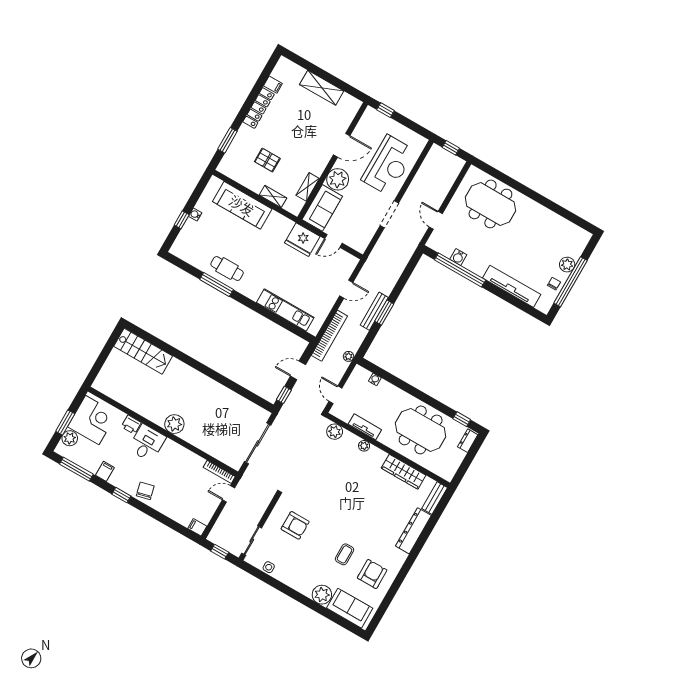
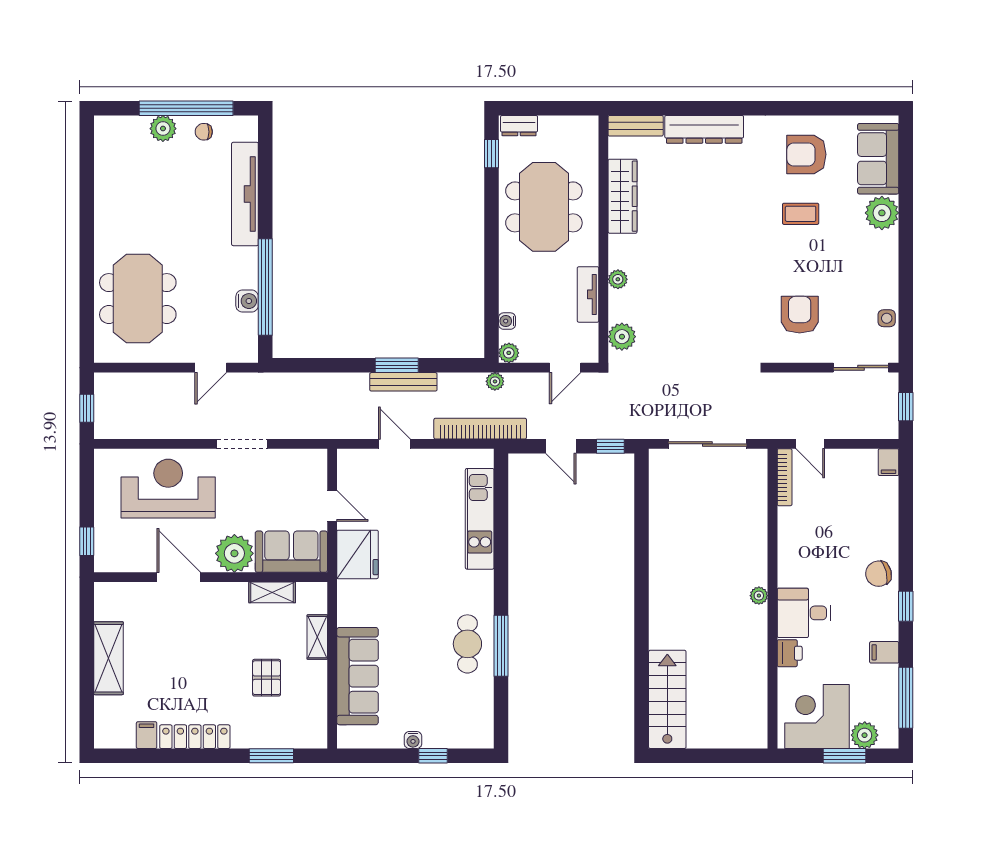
plant: (359, 371) -> (509, 353), added
plant: (174, 424) -> (759, 596), width x0.53, depth x0.53

